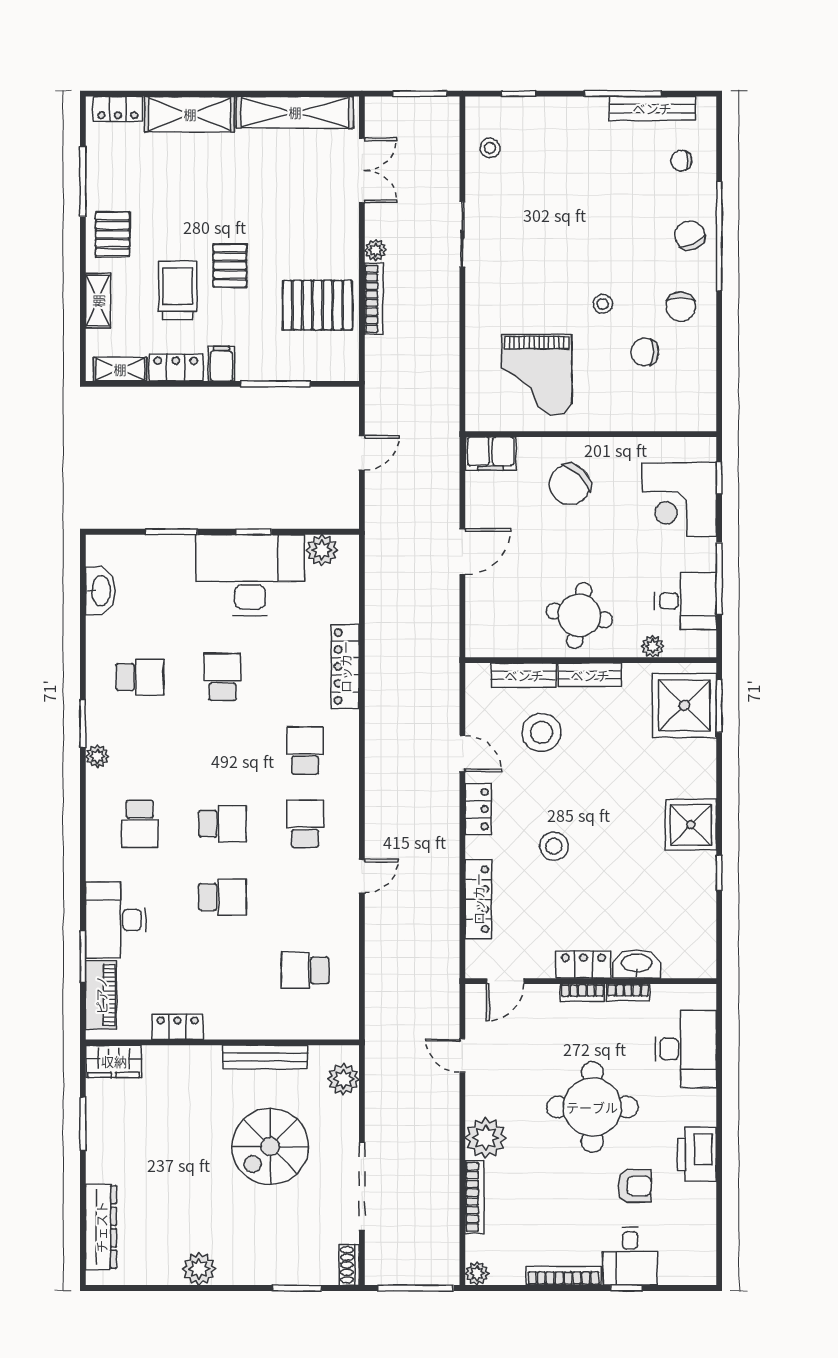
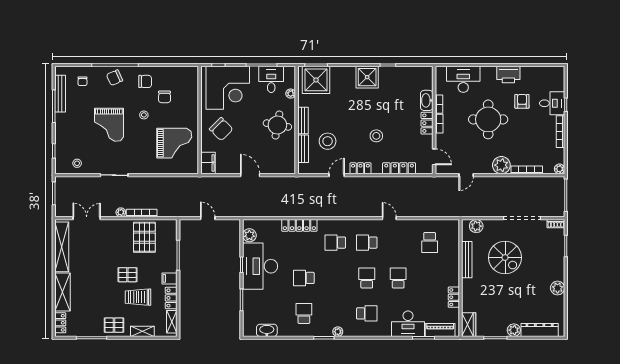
grand piano: (580, 222) -> (109, 125), added
corner desk: (679, 499) -> (228, 88), width x1.36, depth x1.36
plant: (101, 1167) -> (514, 330), added

